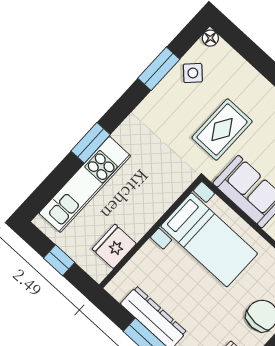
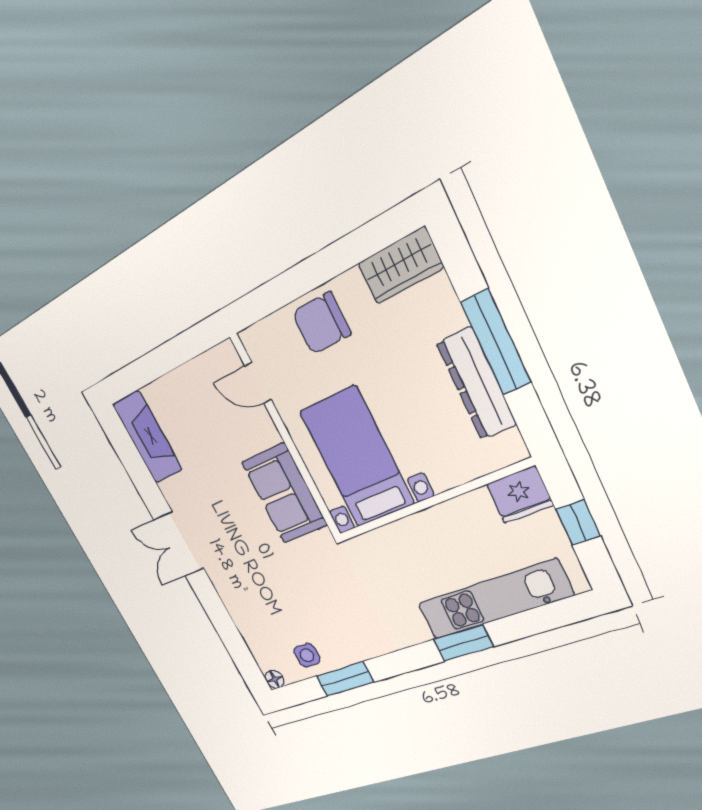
side table: (193, 73) -> (307, 655), turned 45
rug: (222, 130) -> (294, 580), removed
fridge: (114, 246) -> (520, 495), moved

